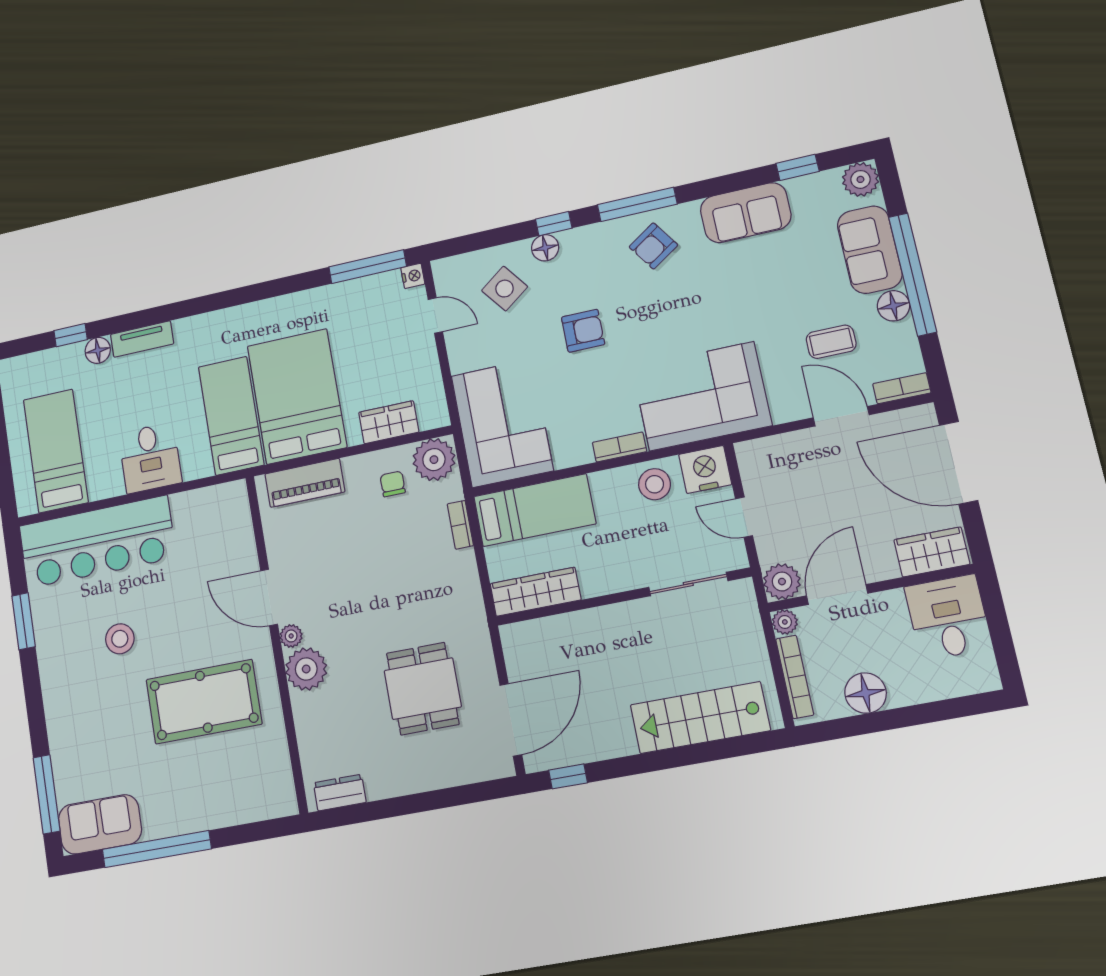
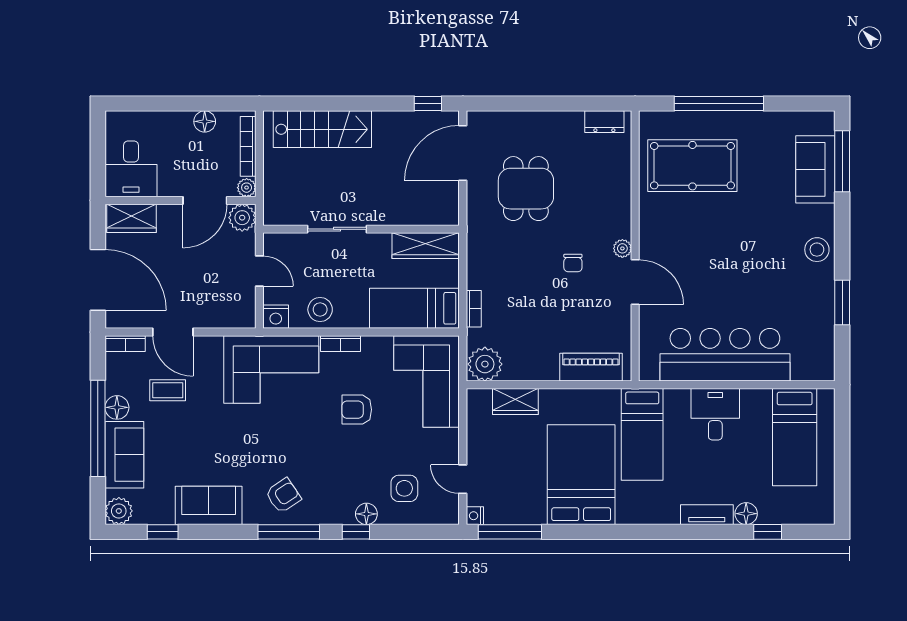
side table: (505, 289) -> (404, 488), turned 37
armchair: (583, 331) -> (357, 410), moved
bed: (297, 396) -> (581, 475), moved, turned 180
nightstand: (705, 469) -> (276, 317), width x0.74, depth x0.75
chair: (393, 484) -> (573, 263), moved
bar counter: (97, 542) -> (725, 355), moved
sliding door: (688, 584) -> (337, 229), moved
stool: (120, 639) -> (817, 250), moved
plant: (306, 669) -> (615, 221), removed
floor lamp: (866, 693) -> (205, 121), width x0.73, depth x0.73
pool table: (204, 702) -> (692, 166), moved
sofa: (100, 824) -> (815, 169), moved, turned 90
window: (157, 849) -> (719, 104), moved

